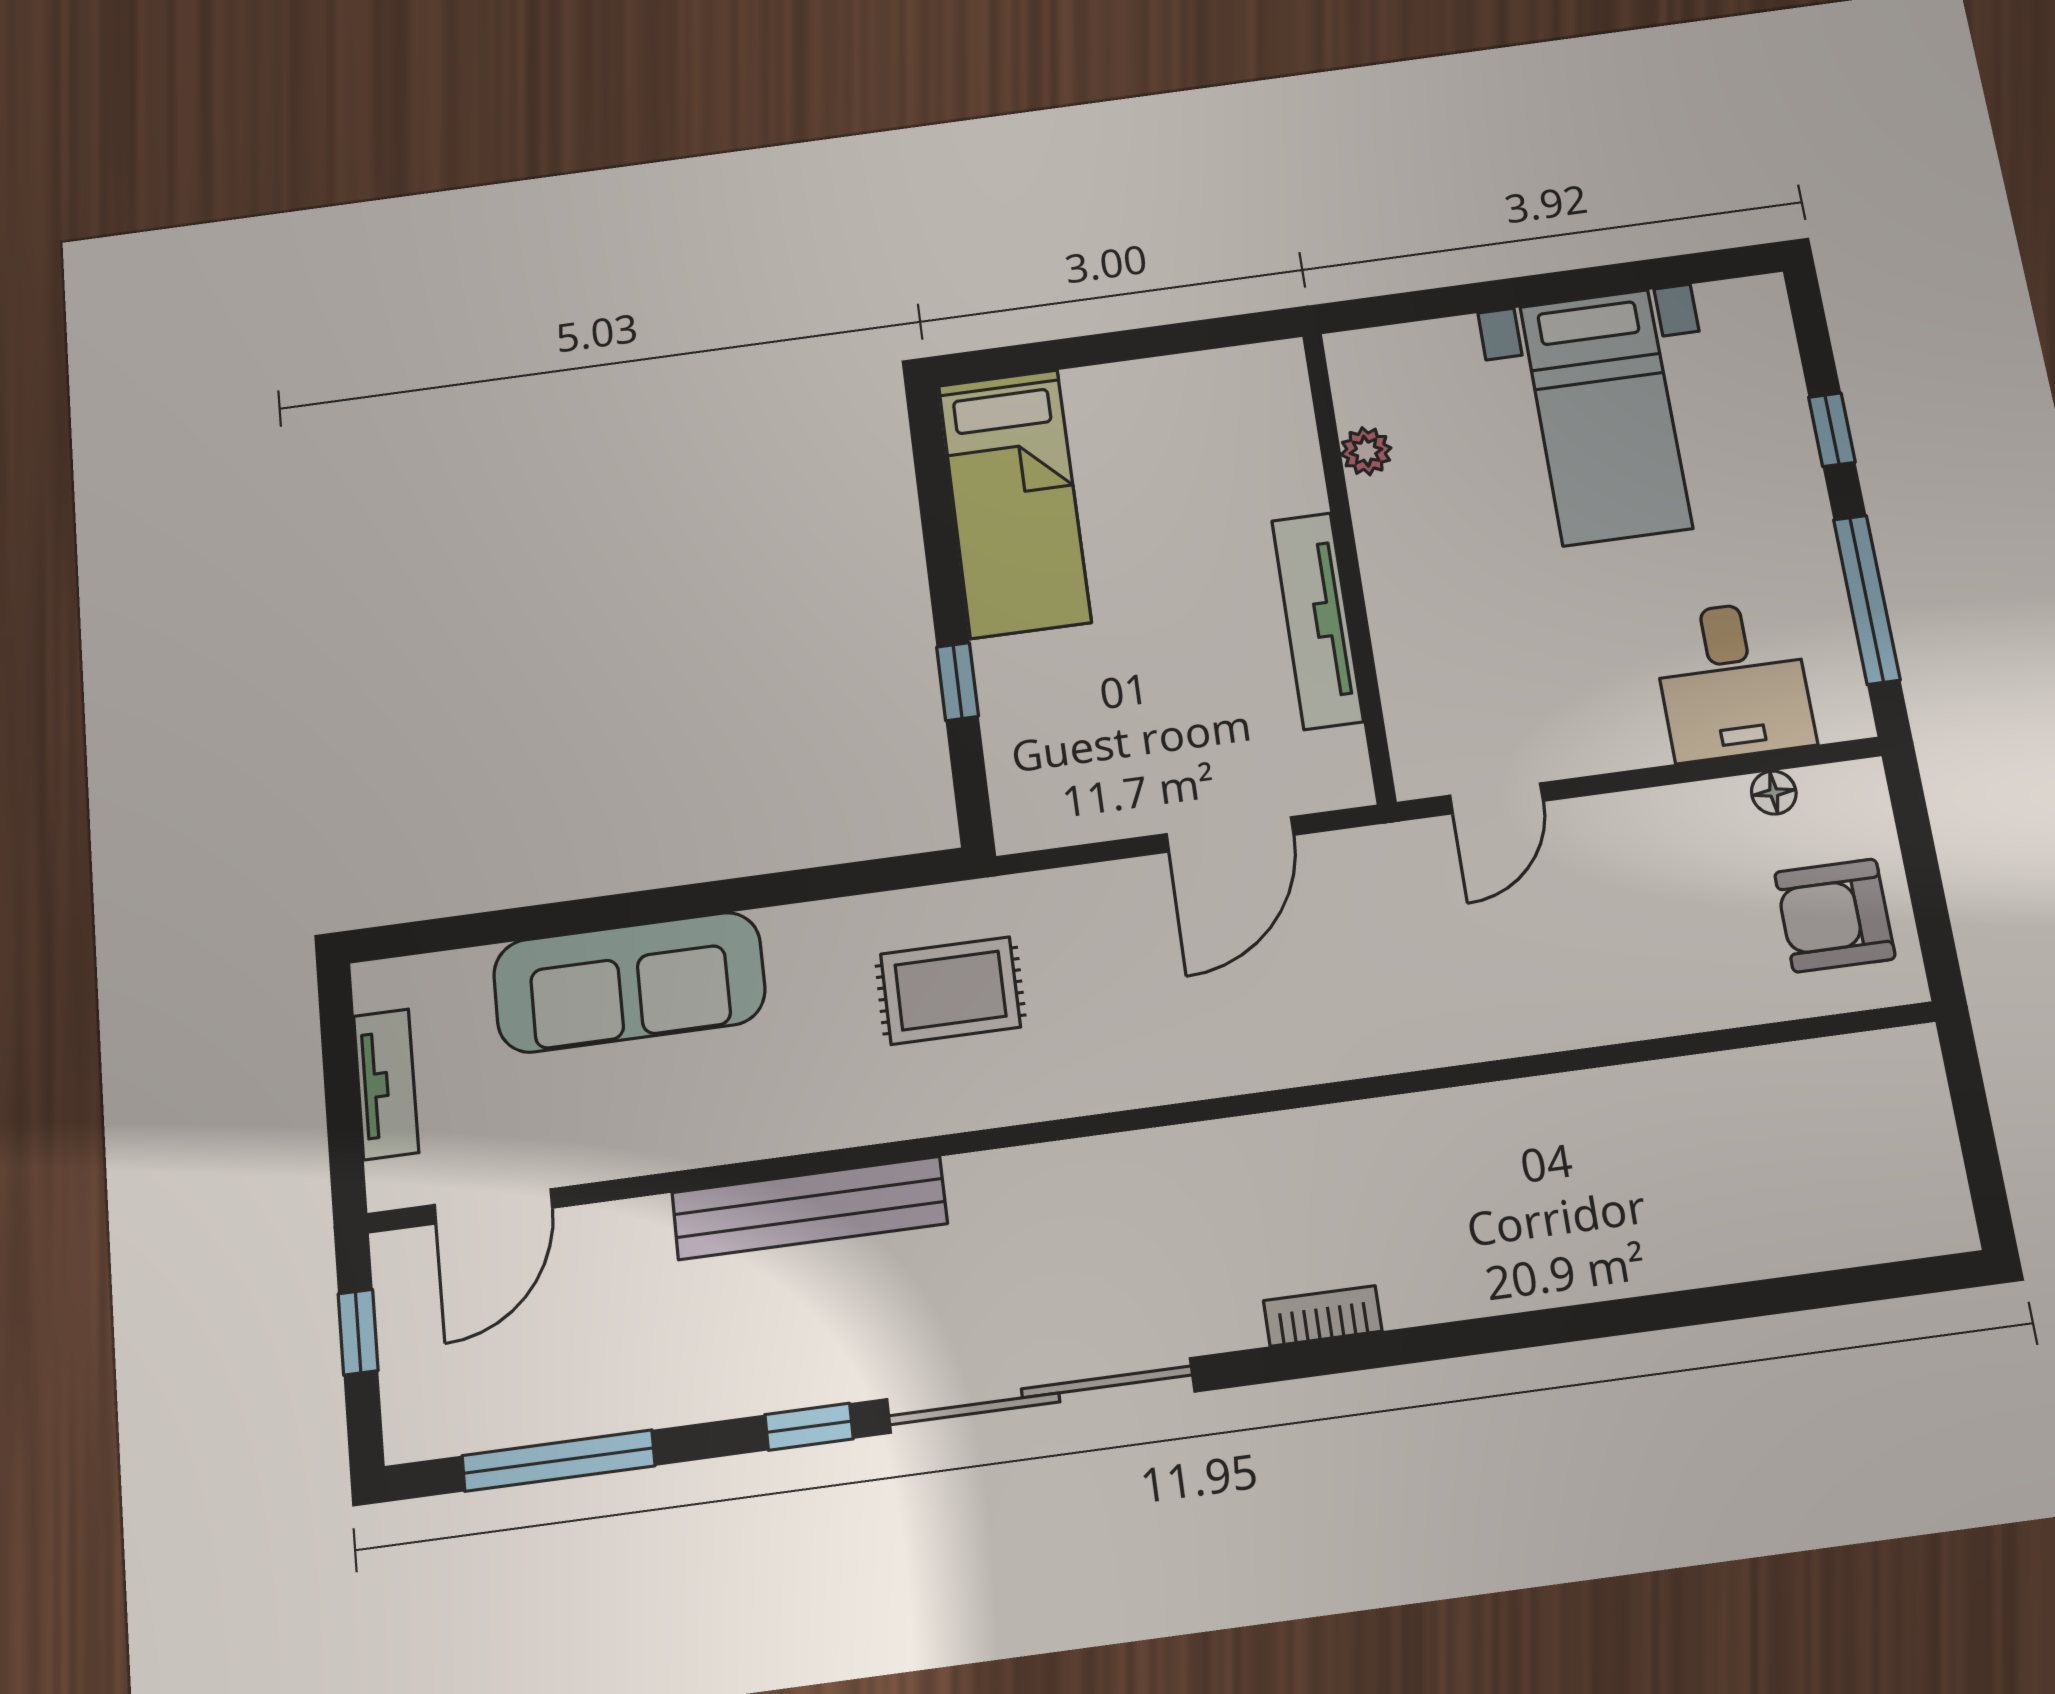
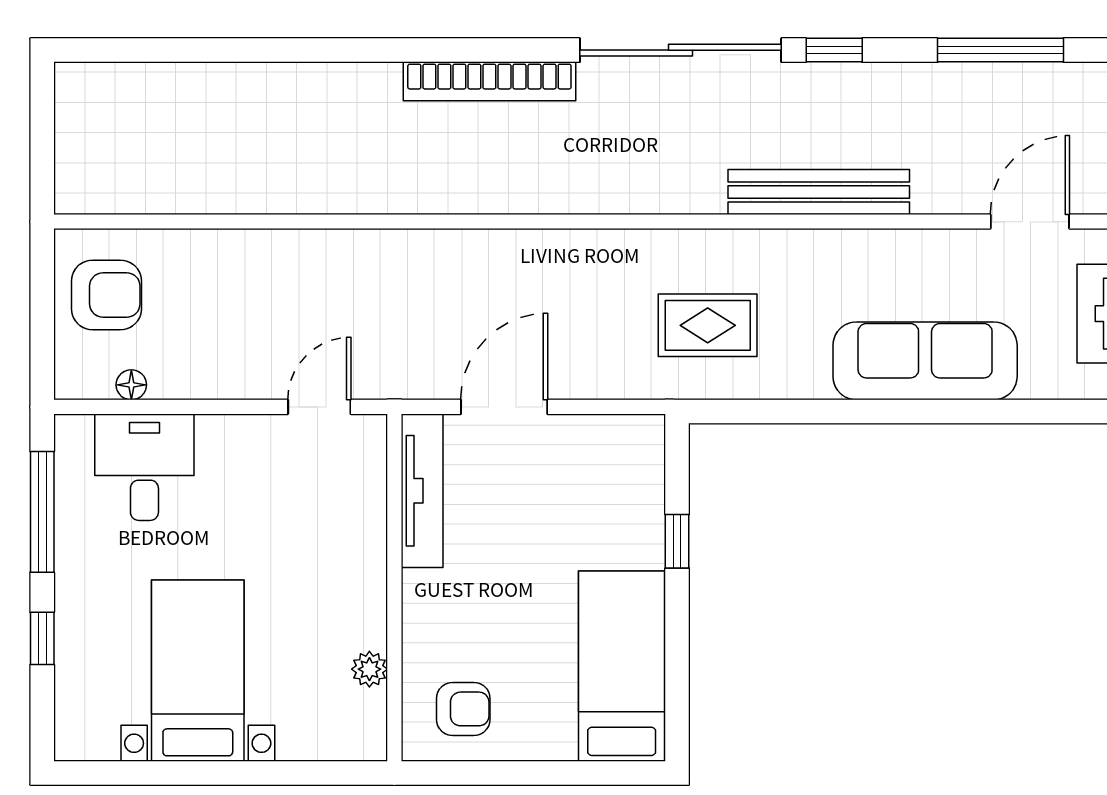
armchair: (1227, 417) -> (463, 709), added
tv unit: (1317, 621) -> (422, 491), moved
bookcase: (1323, 1316) -> (489, 81), width x2.31, depth x1.31

